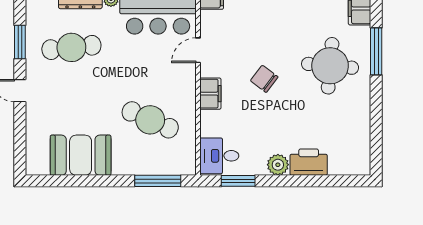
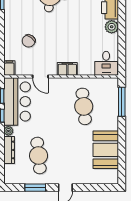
chair: (264, 79) -> (29, 41), moved
cafe table: (150, 120) -> (84, 106), turned -30
window: (238, 181) -> (122, 52), removed

